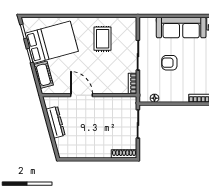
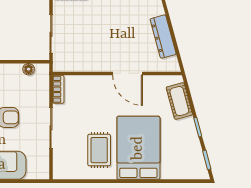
bed: (52, 42) -> (138, 148), moved, turned 105

